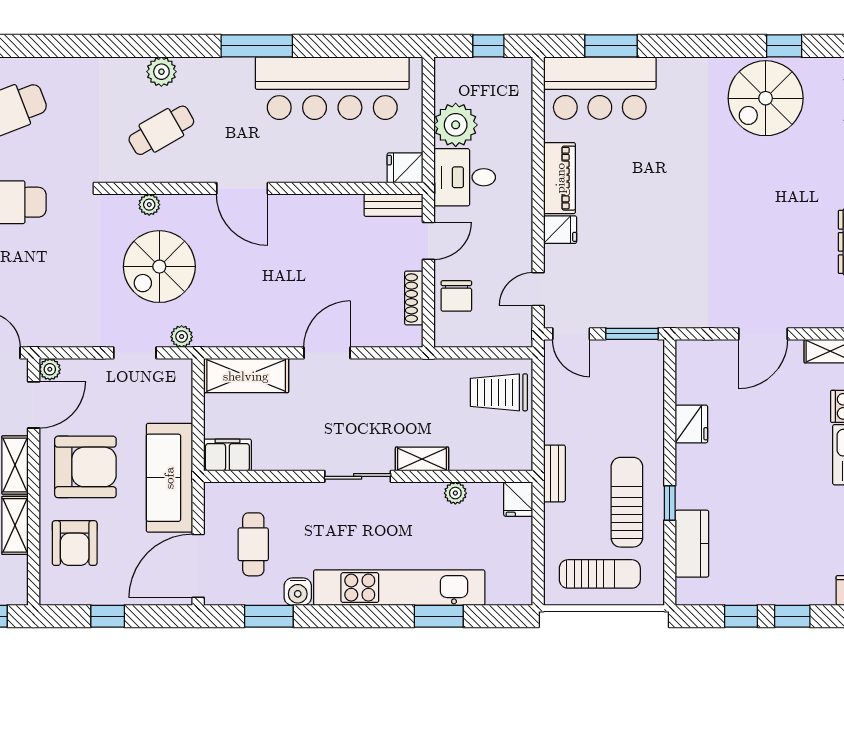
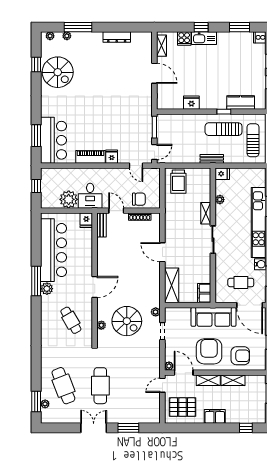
plant: (161, 72) -> (47, 289), moved

